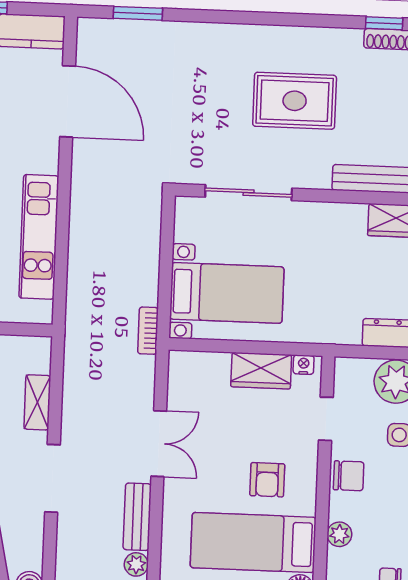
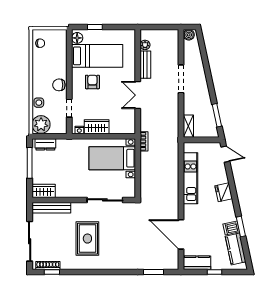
rug: (295, 101) -> (87, 239), turned 90
shelving: (37, 402) -> (188, 126), moved
plant: (339, 534) -> (62, 61), removed

